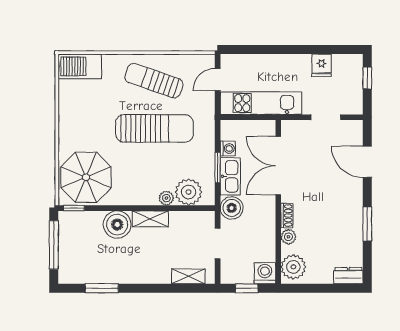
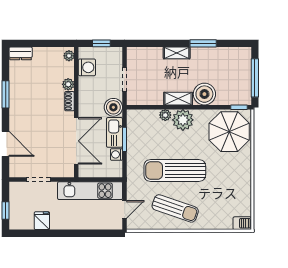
barbecue: (80, 66) -> (242, 223), width x0.53, depth x0.65
plant: (189, 192) -> (183, 120), moved
plant: (293, 267) -> (69, 56), width x0.53, depth x0.53
washing machine: (265, 273) -> (87, 67), moved, turned -90
shelving: (188, 276) -> (177, 53), moved
window: (102, 288) -> (203, 43), moved

